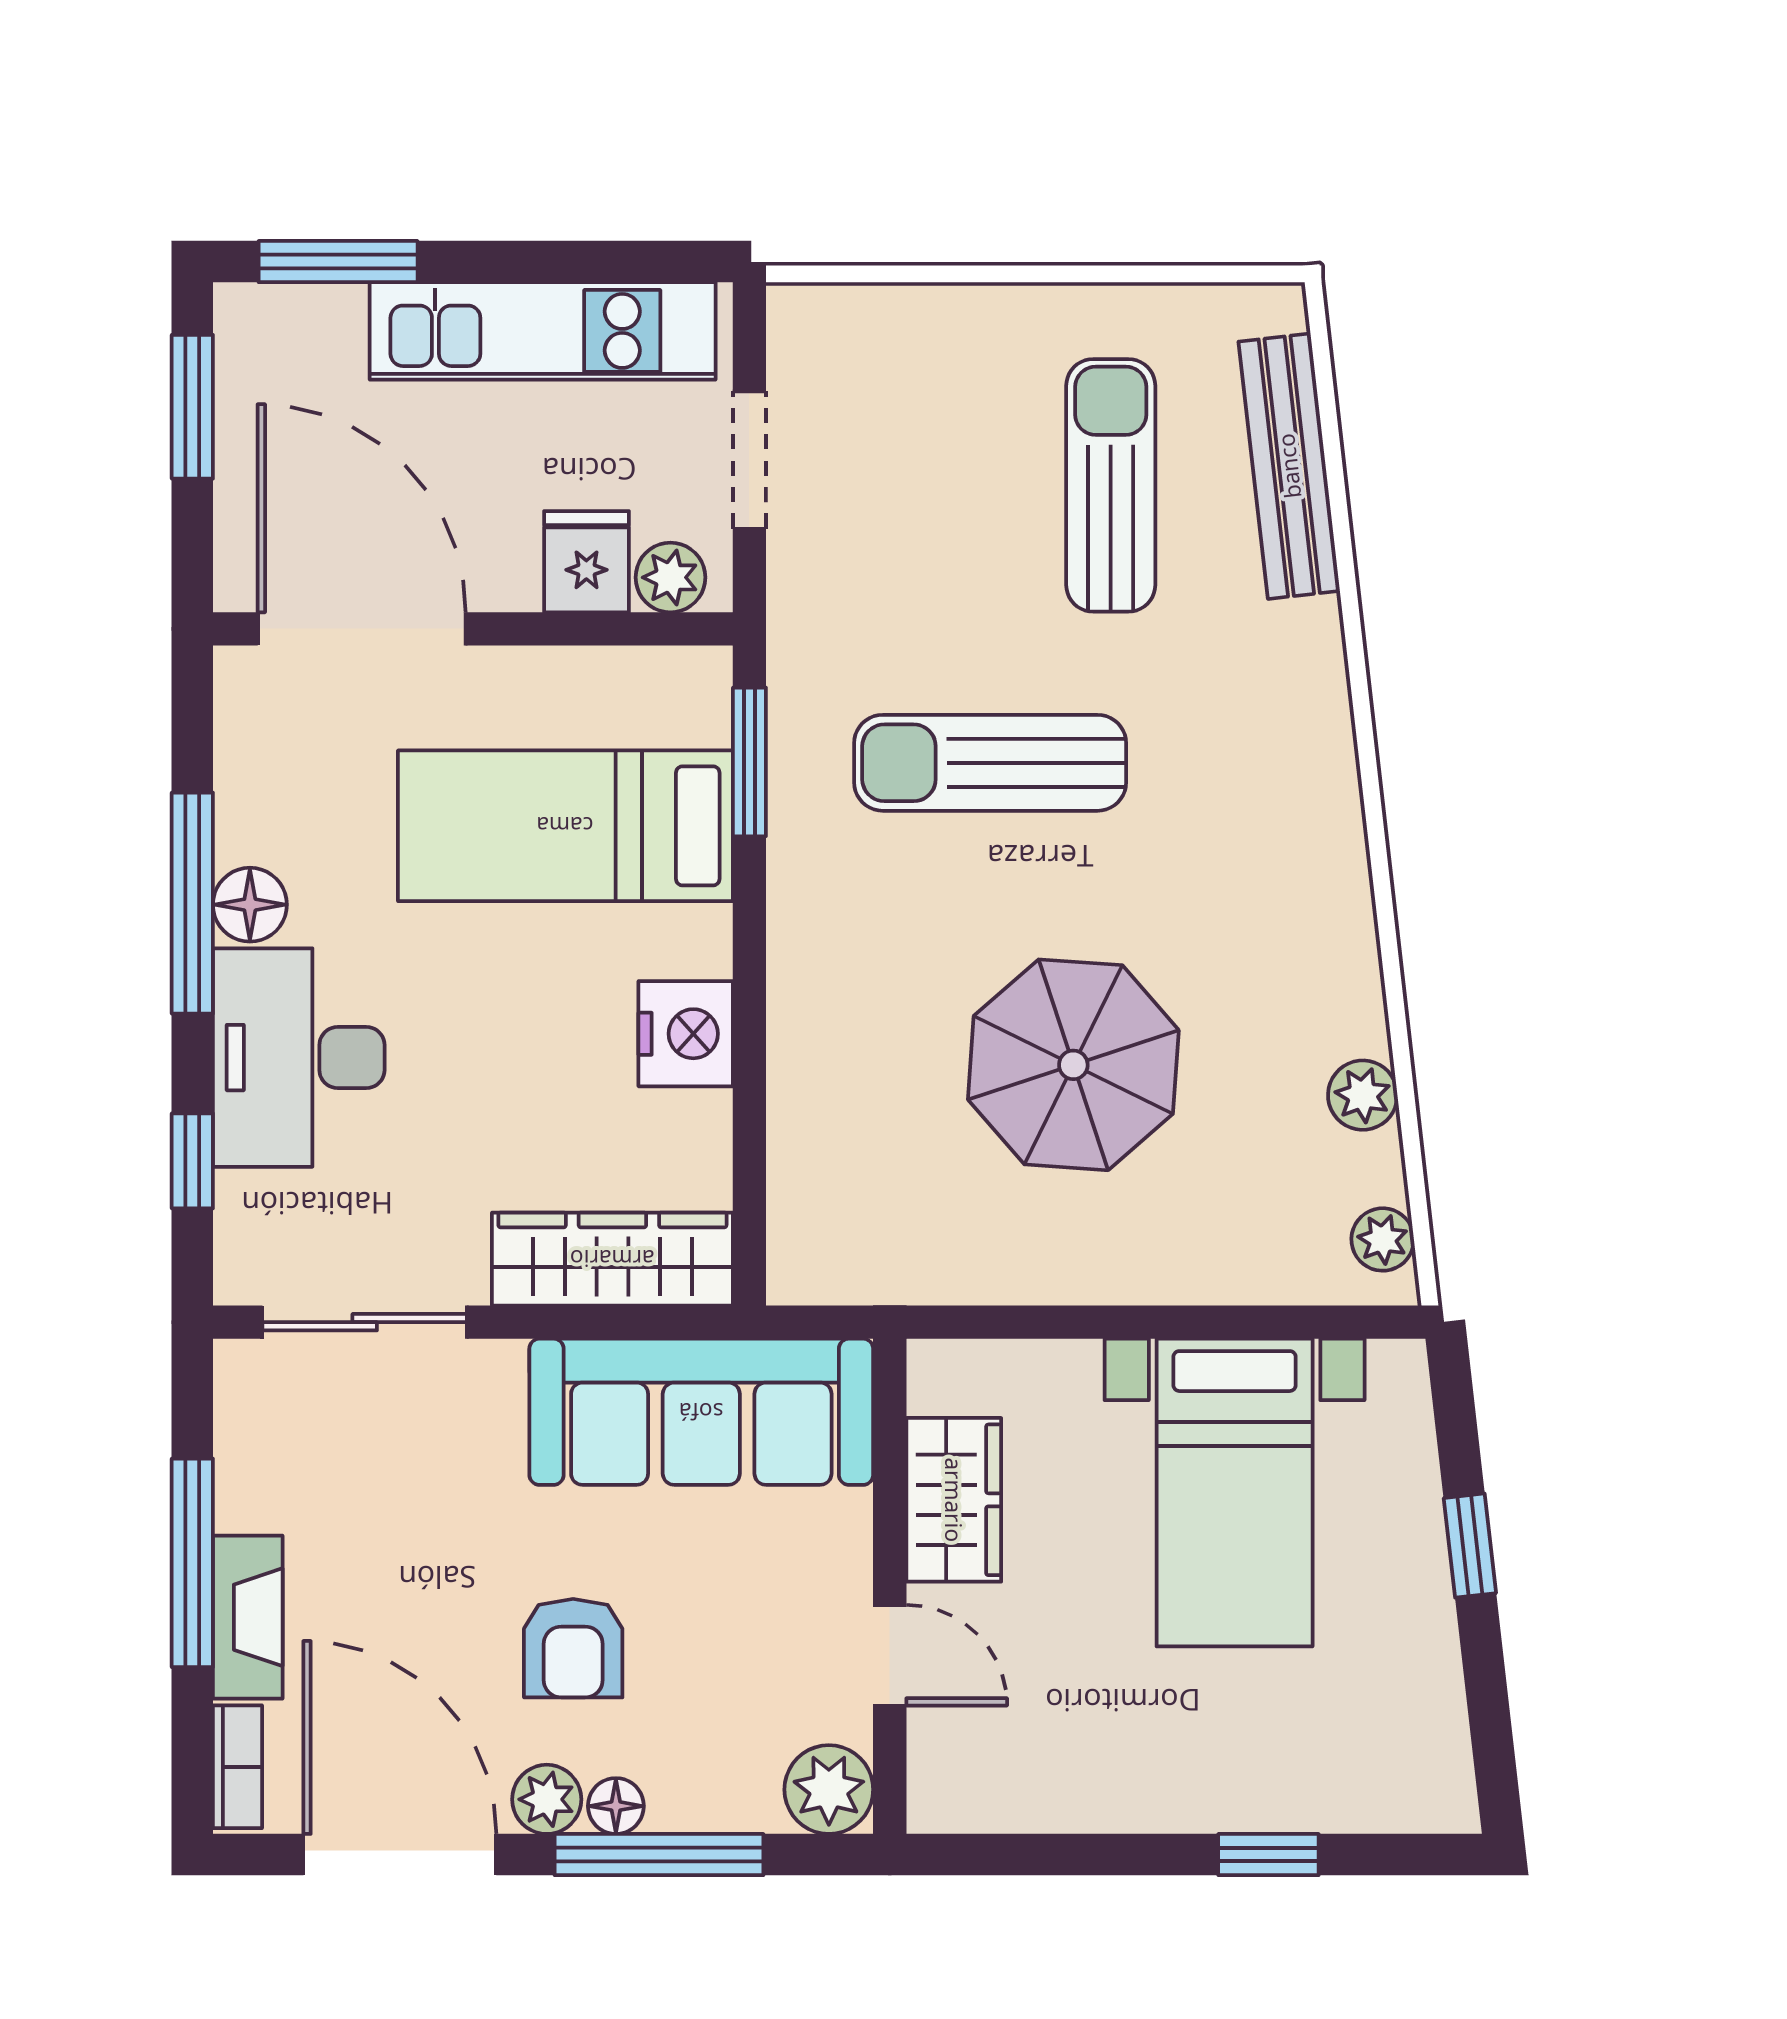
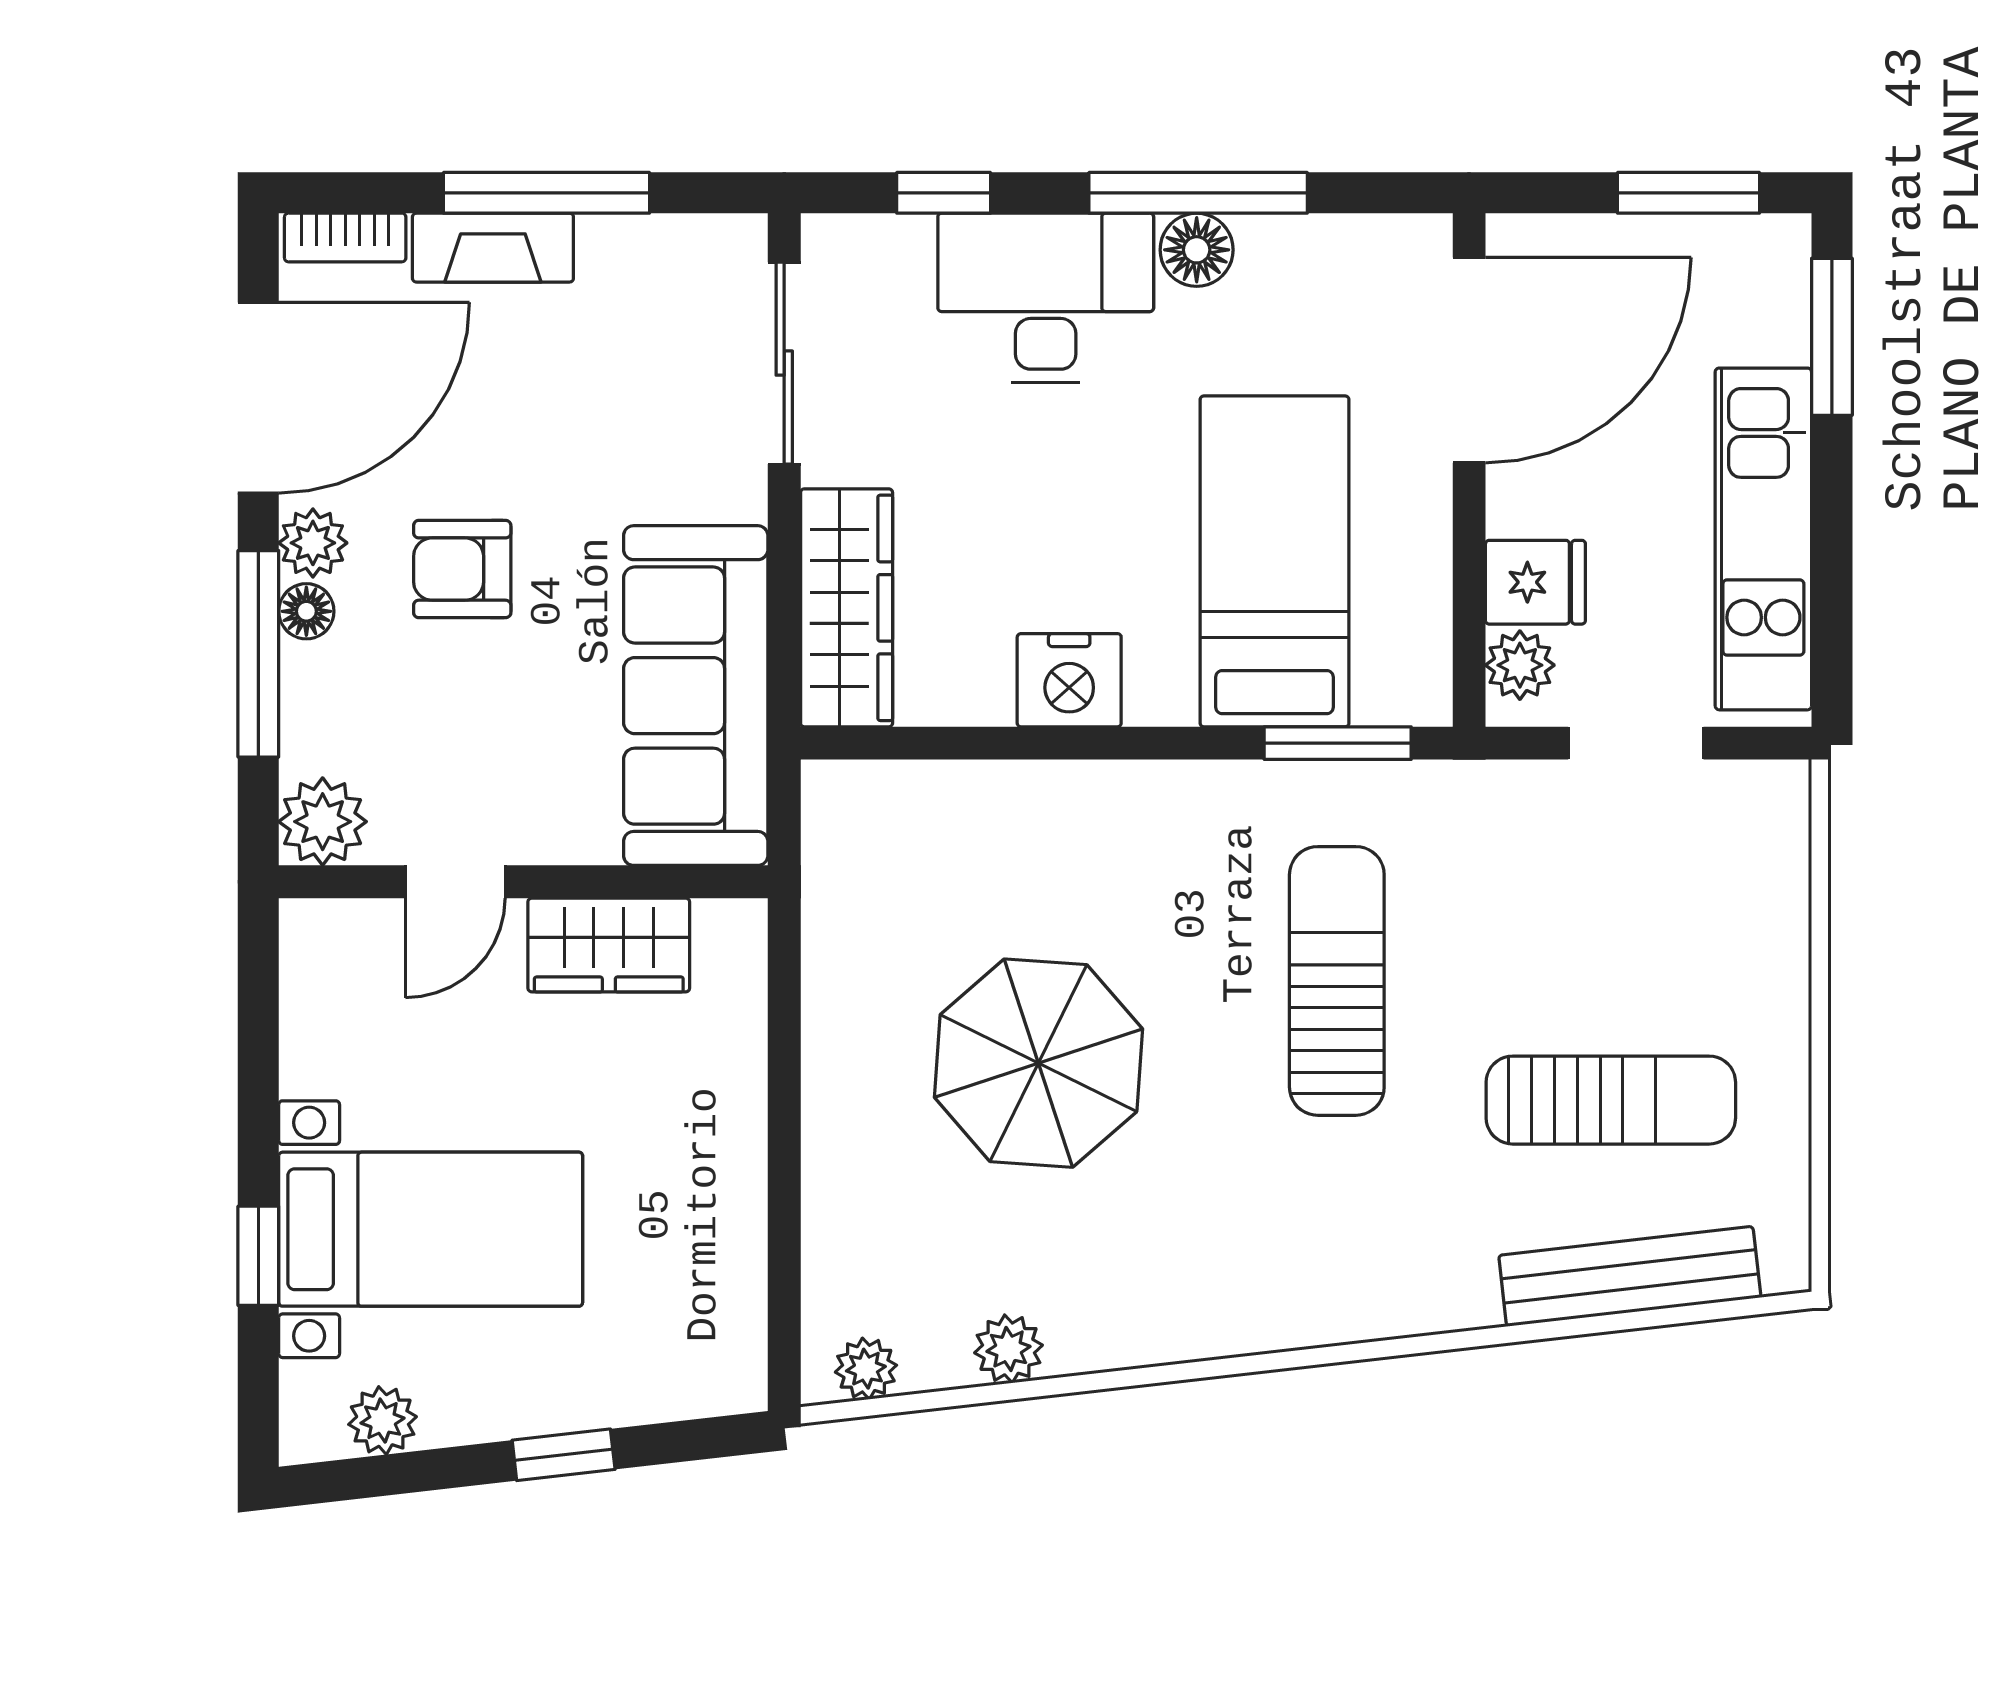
bed with nightstands: (1235, 1493) -> (431, 1229), moved, turned 180
plant: (1435, 1729) -> (383, 1421), added

